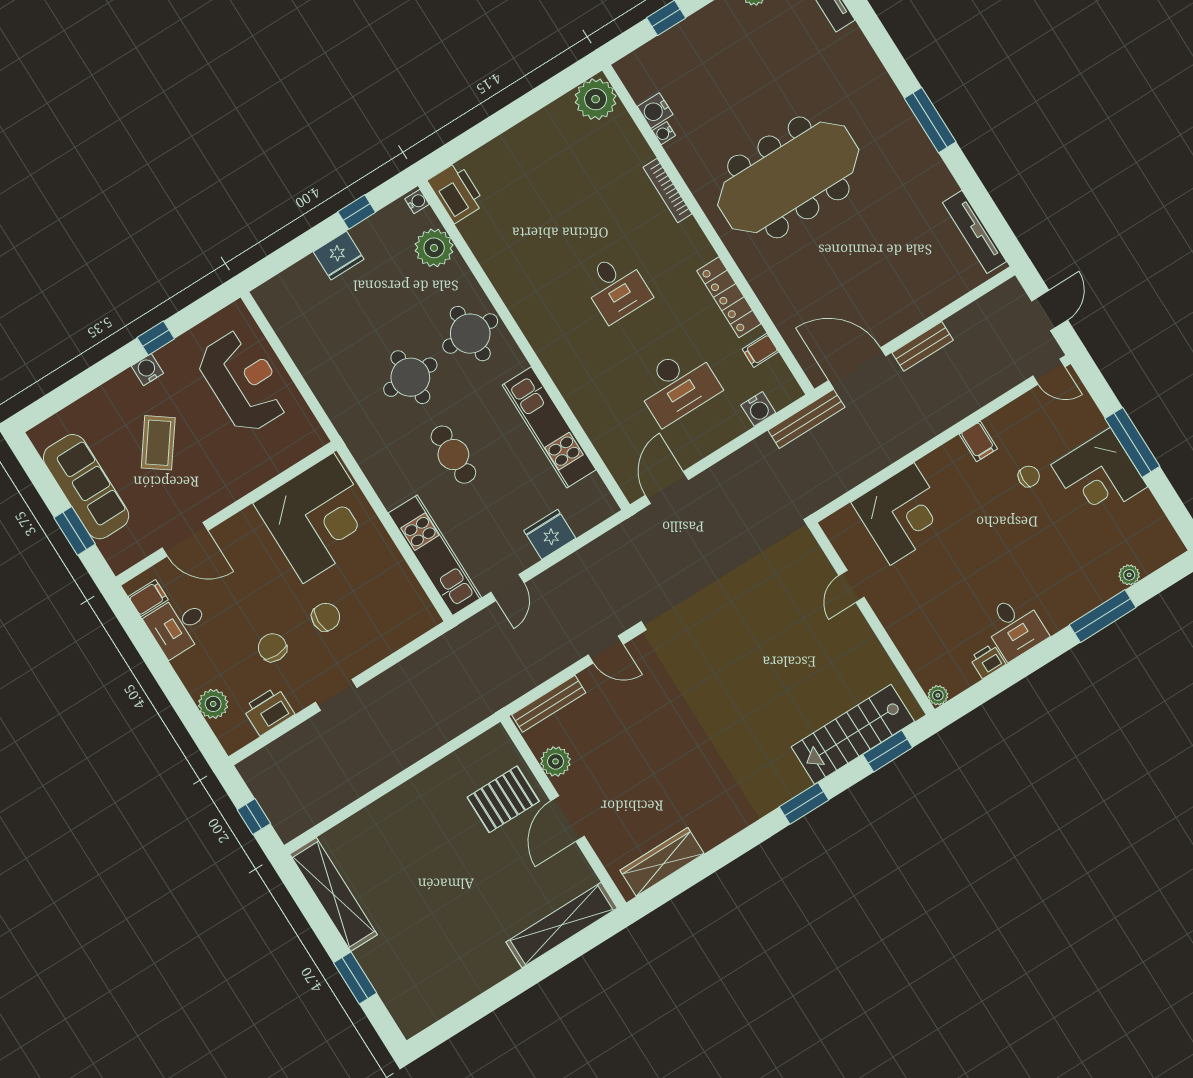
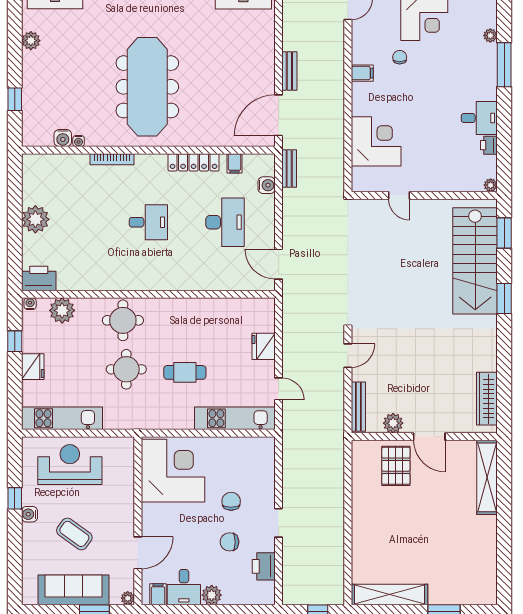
plant: (596, 99) -> (35, 219), moved
bench: (806, 419) -> (289, 168), width x0.73
kitchen unit: (549, 427) -> (62, 418), moved, turned 180
plant: (119, 563) -> (128, 598), added
plant: (213, 704) -> (212, 595), moved
stairs: (853, 734) -> (475, 261), width x1.36, depth x1.51

